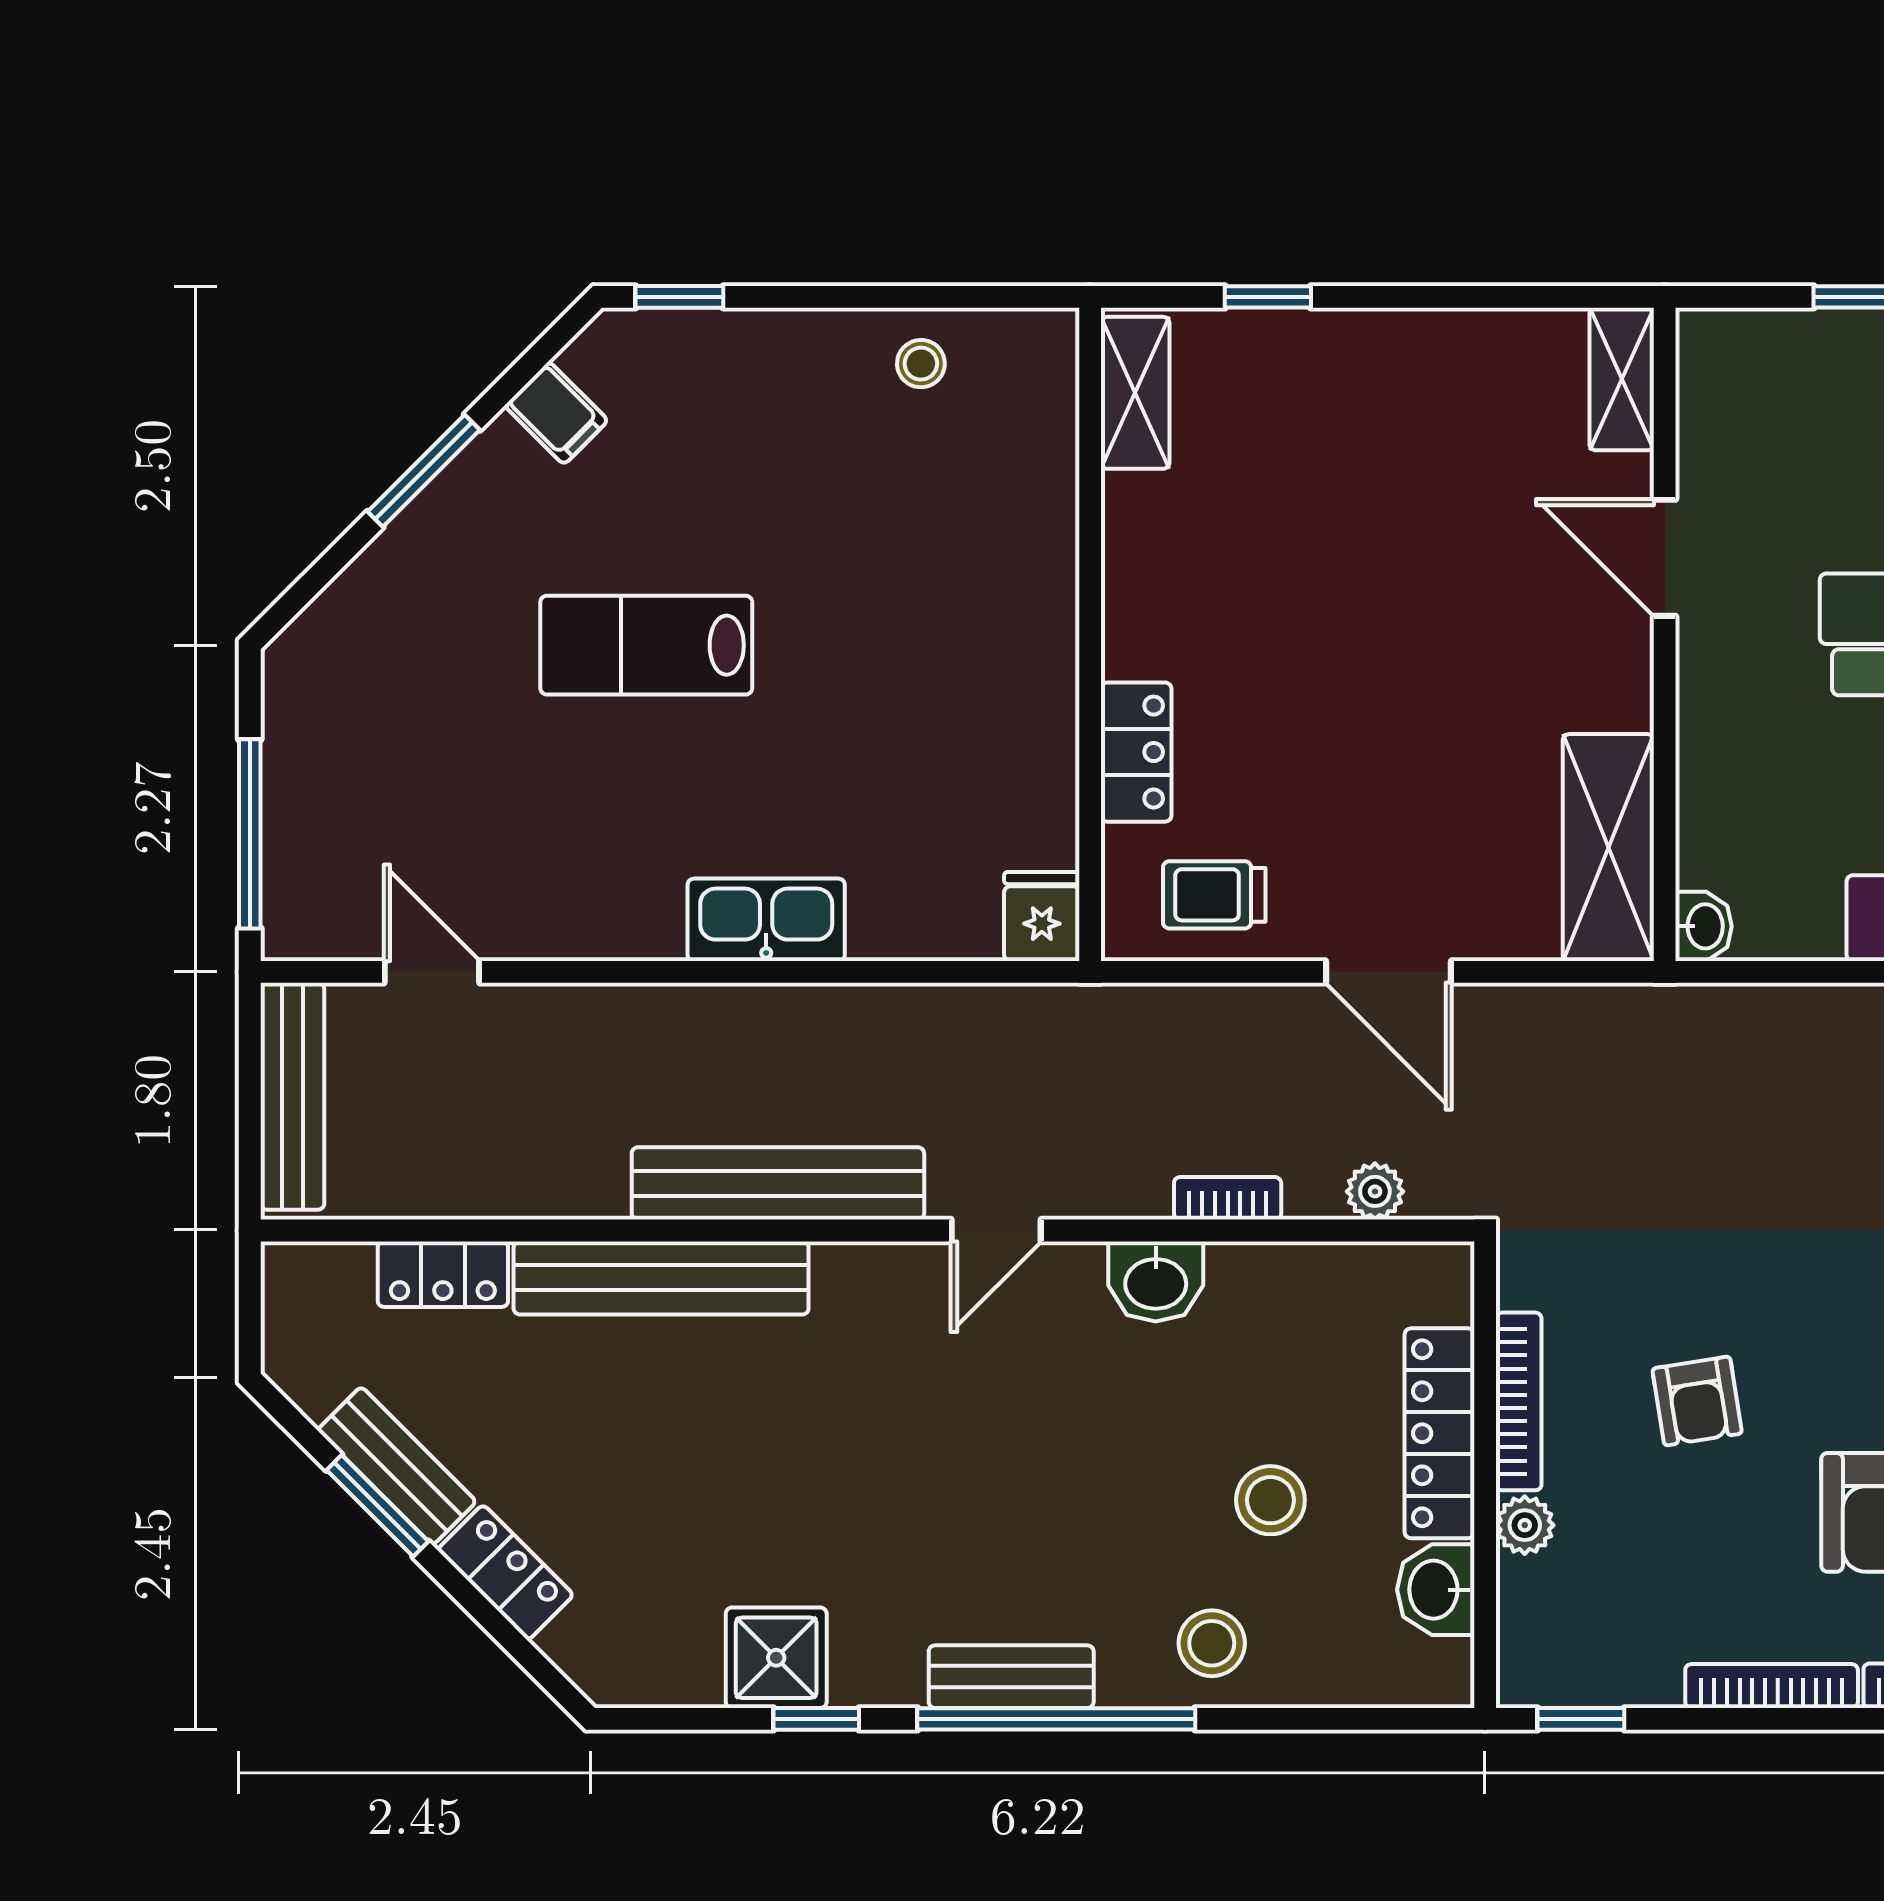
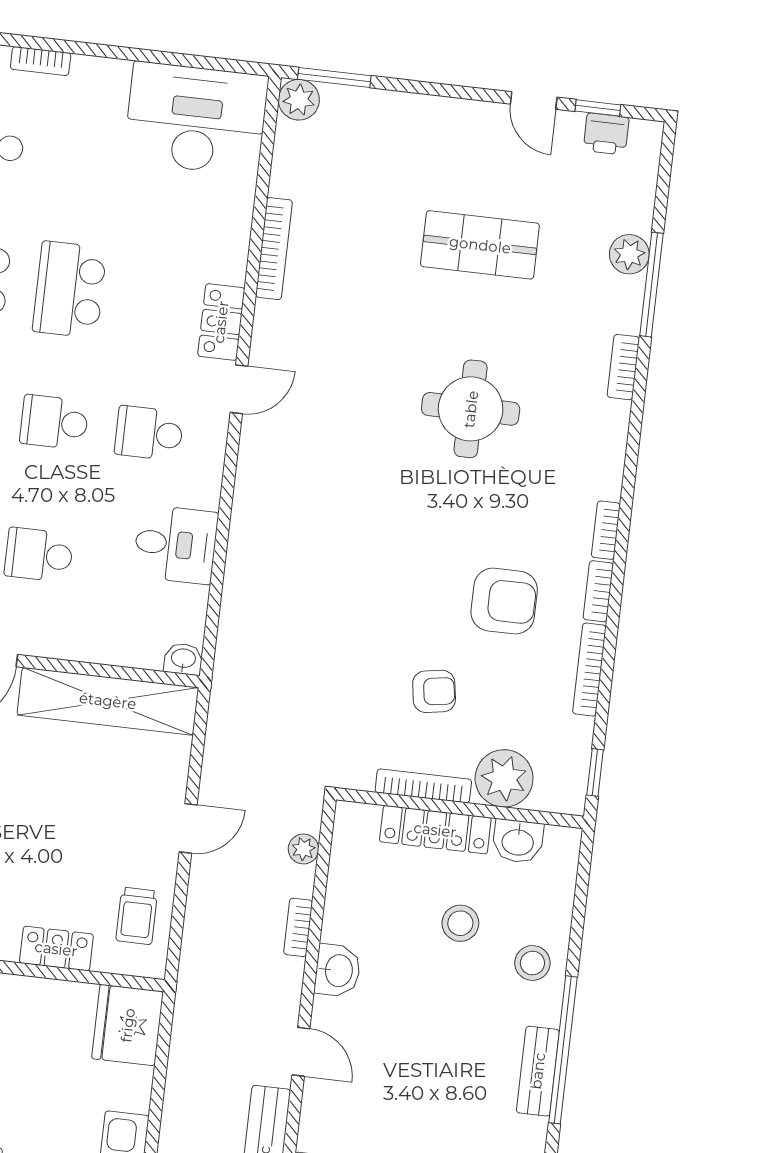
shelving: (1608, 848) -> (108, 701), width x1.47
fridge: (1042, 916) -> (128, 1025), width x1.88, depth x1.34
door: (1389, 972) -> (188, 828), width x0.73
plant: (1525, 1525) -> (504, 778), width x1.88, depth x1.88

